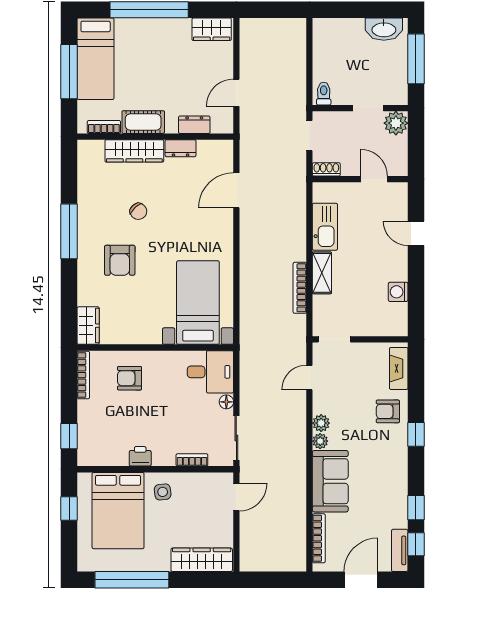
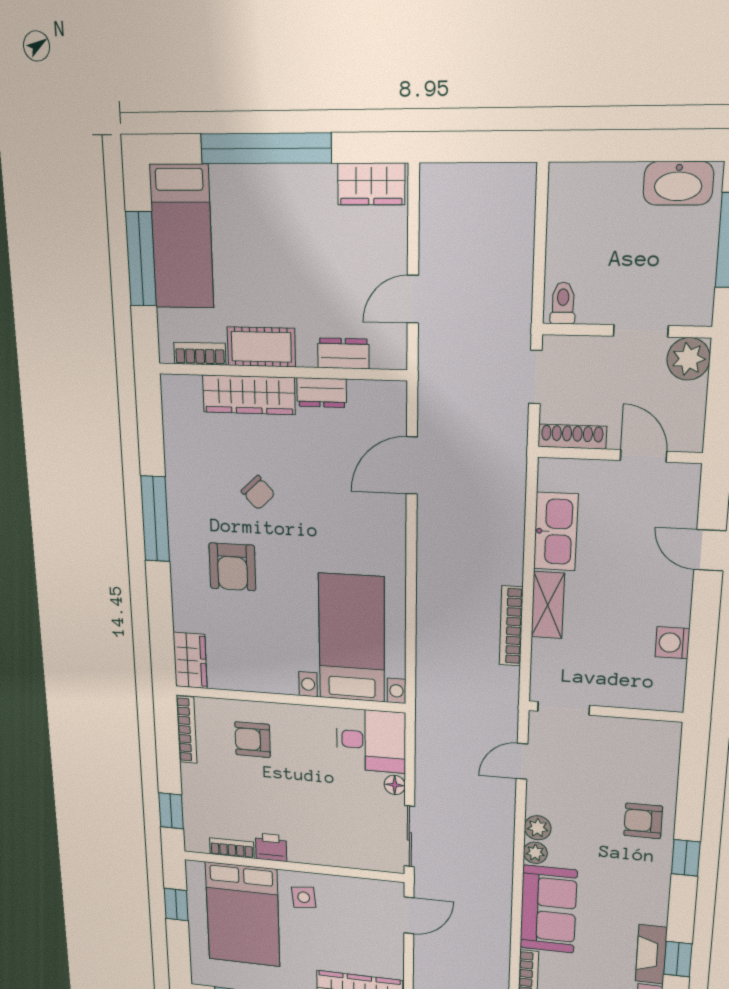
shoe rack: (326, 169) -> (572, 437), width x1.43
fireplace: (399, 368) -> (651, 954), moved
bookcase: (192, 460) -> (232, 848), moved

